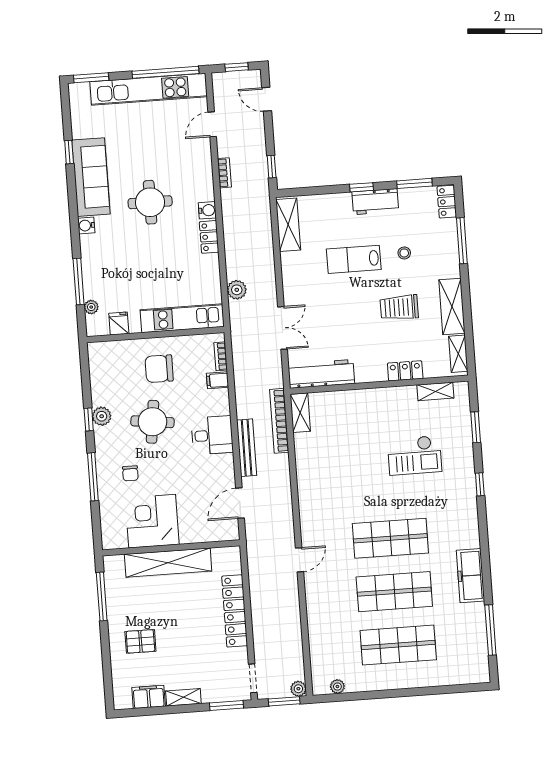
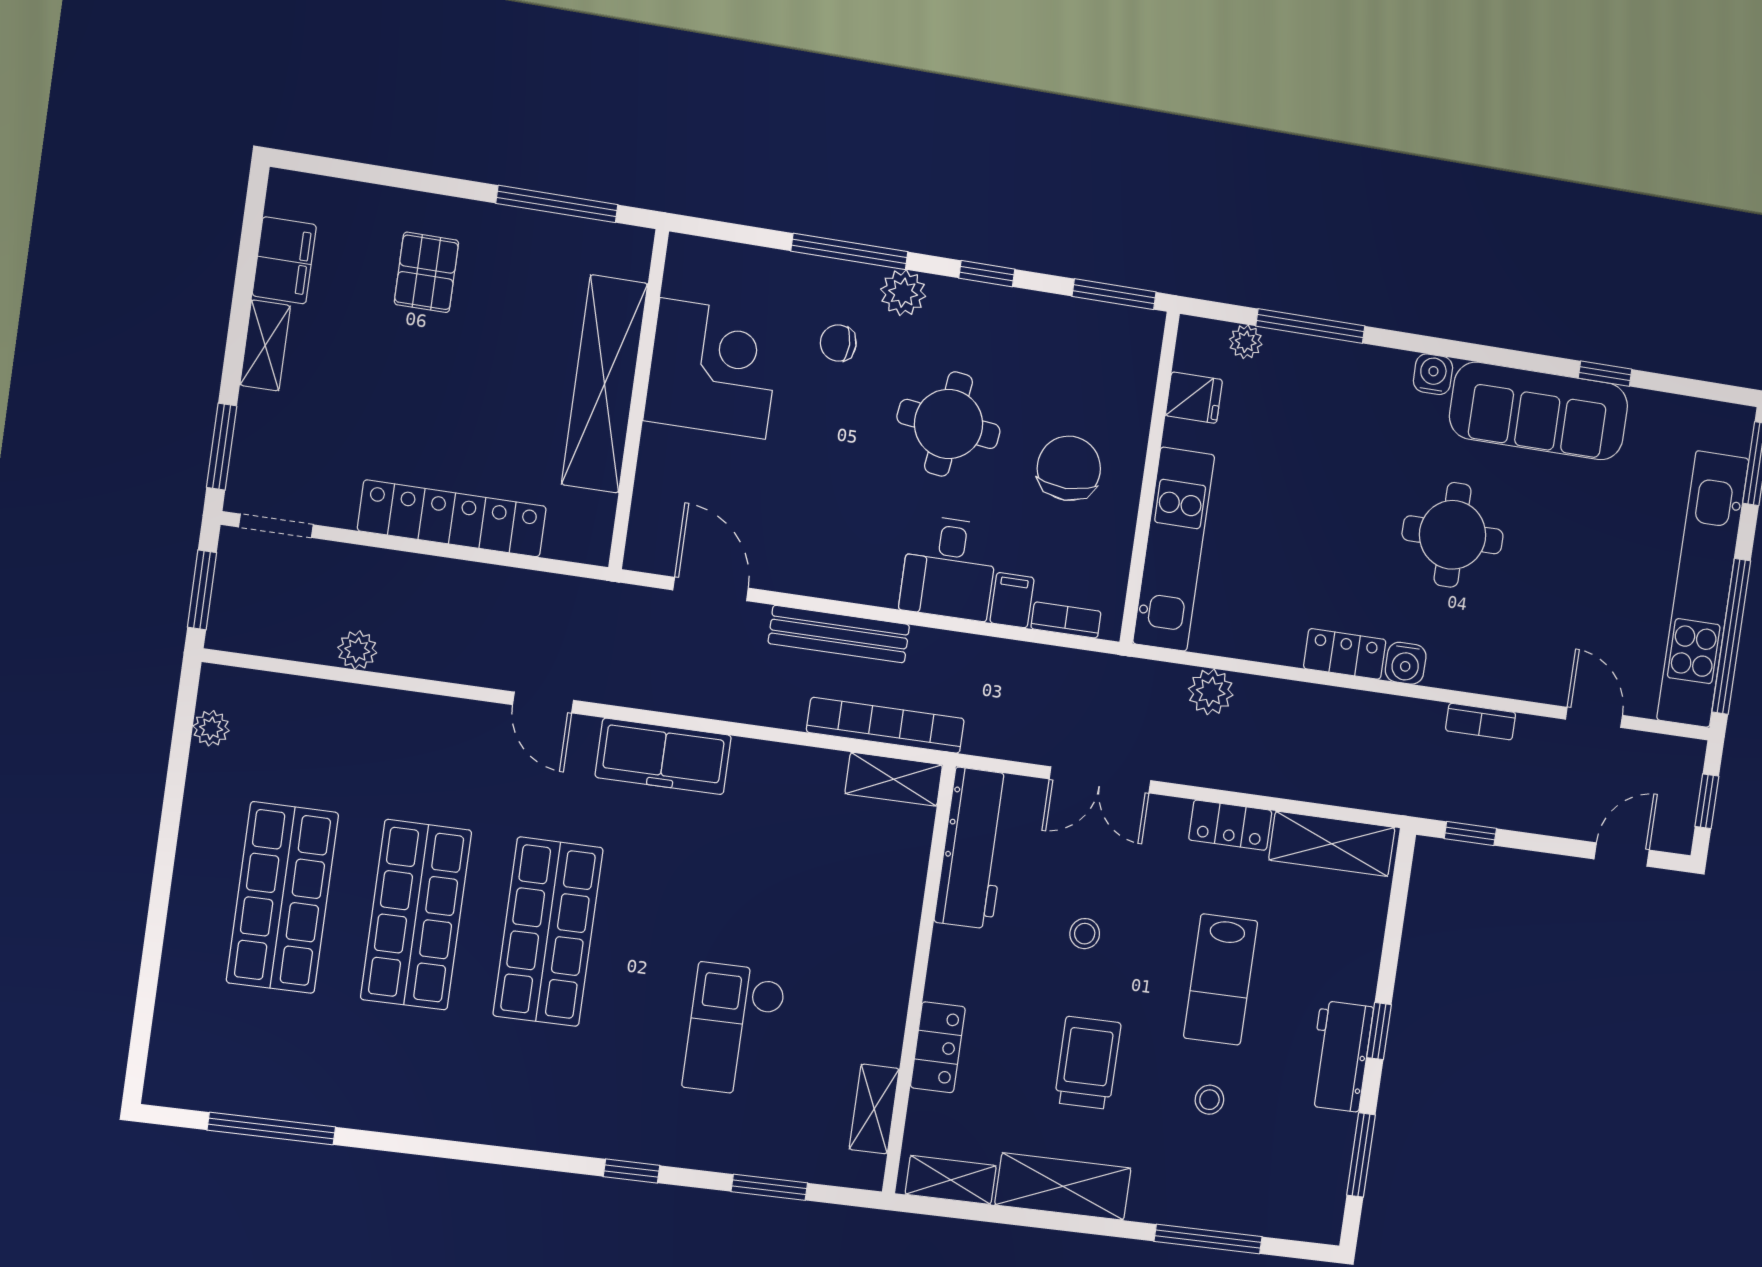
locker: (447, 202) -> (1230, 825), moved, turned 180
lab bench: (354, 259) -> (1221, 979), turned 180
stool: (347, 320) -> (1085, 934), added
window: (85, 366) -> (1114, 294), added
plant: (102, 416) -> (903, 293), moved
desk: (212, 435) -> (949, 568), moved
freezer: (470, 576) -> (663, 756), moved, turned 180
plant: (298, 689) -> (357, 650), moved

